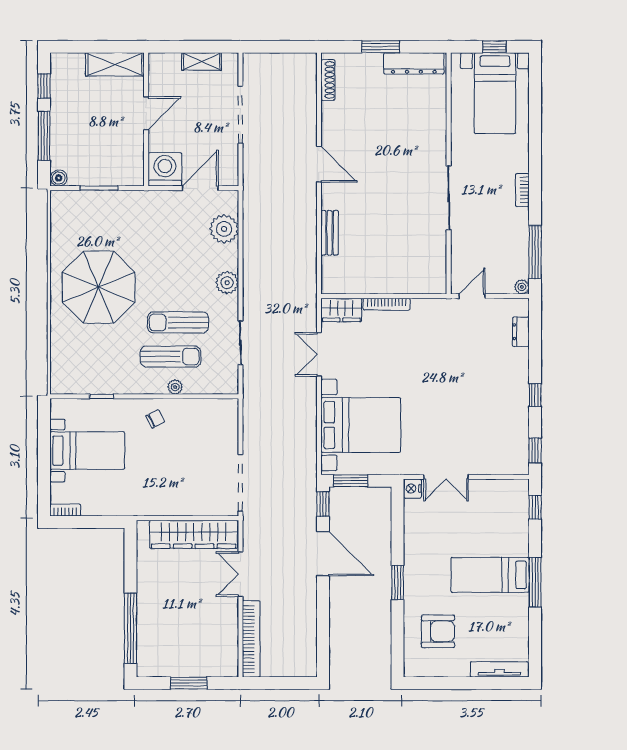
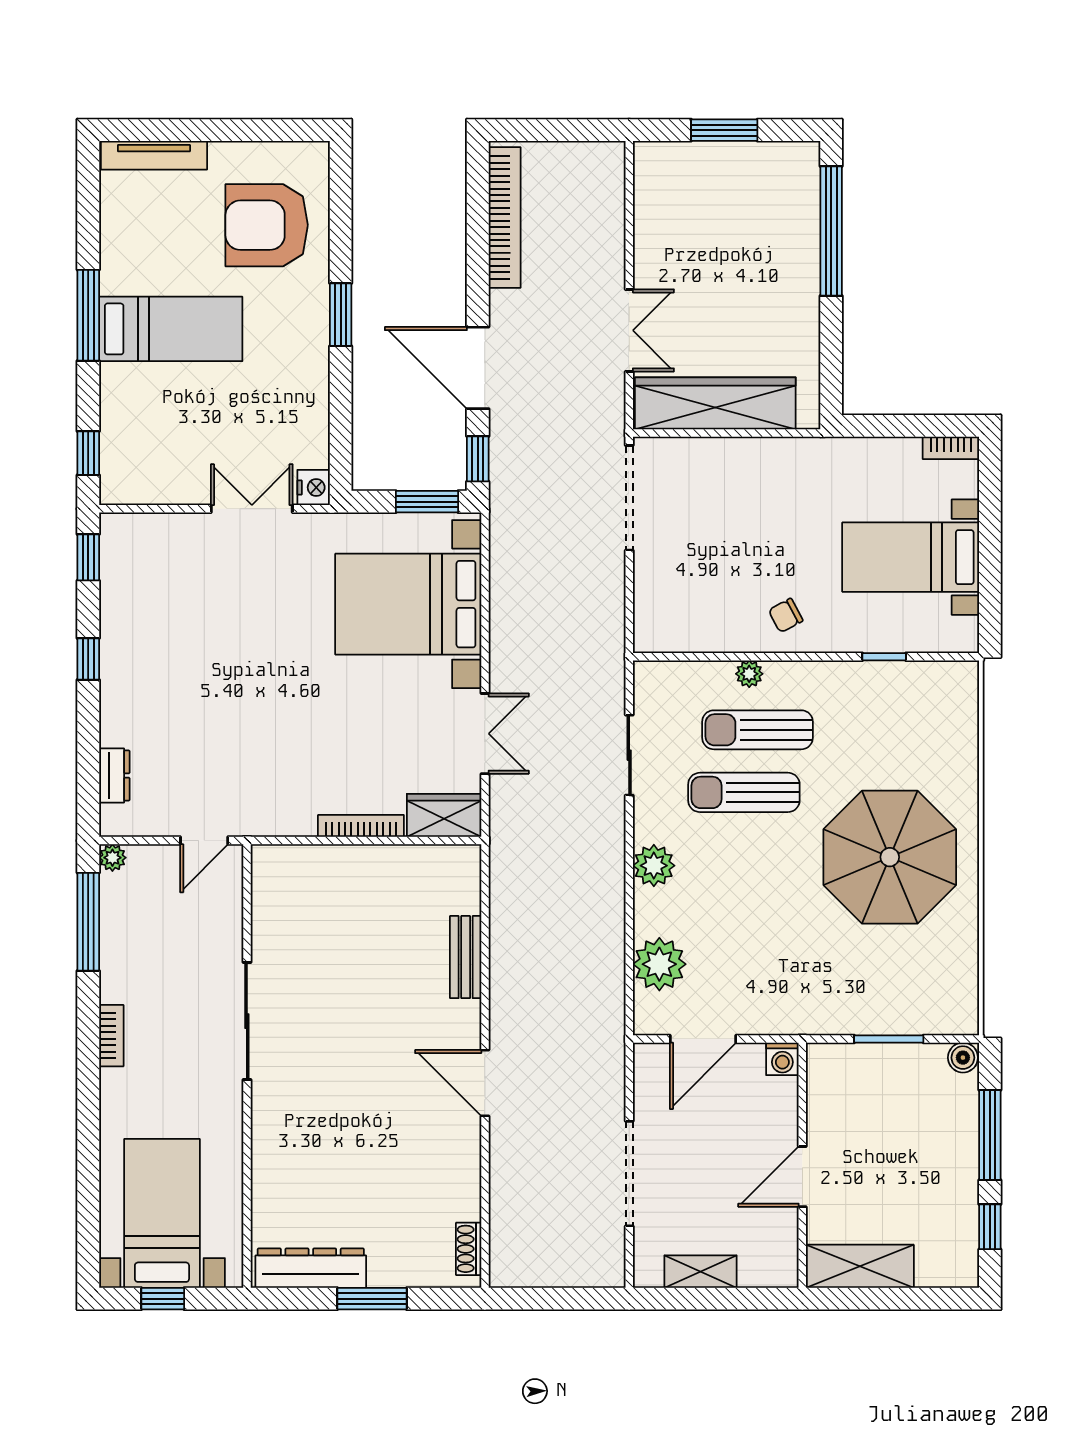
shoe rack: (328, 80) -> (469, 1249), width x0.70
washing machine: (165, 169) -> (782, 1059), width x0.53, depth x0.53
sun lounger: (178, 322) -> (744, 792), turned 180
armchair: (438, 631) -> (267, 225), width x1.36, depth x1.36
bookcase: (251, 639) -> (505, 218), moved, turned 180

